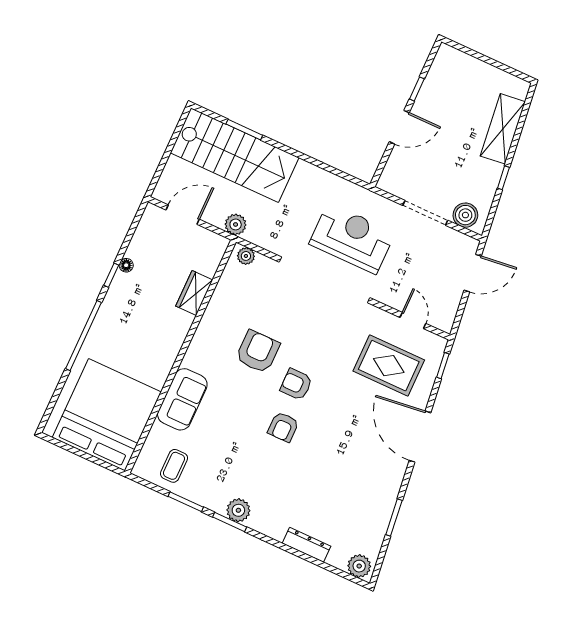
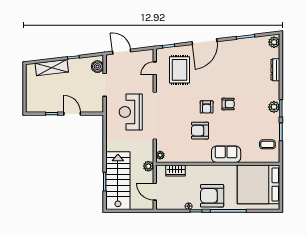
wardrobe: (194, 293) -> (176, 170), moved
armchair: (126, 318) -> (212, 196), added
sofa: (182, 399) -> (226, 154), moved

